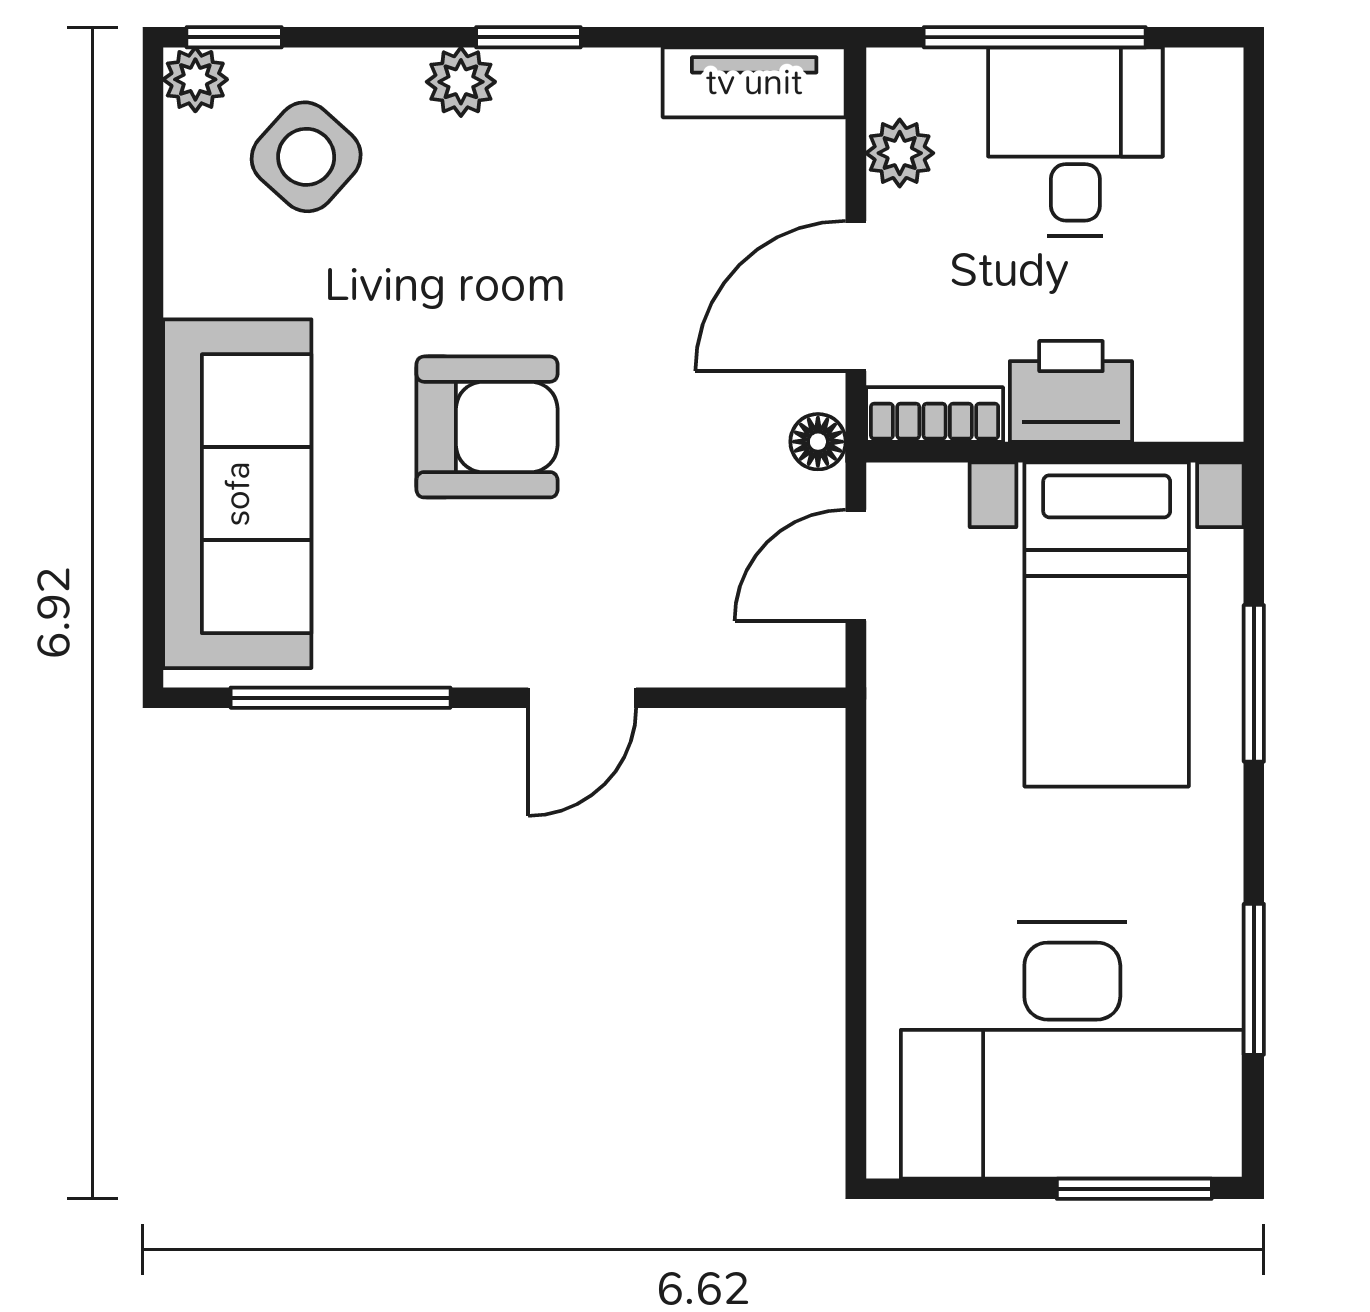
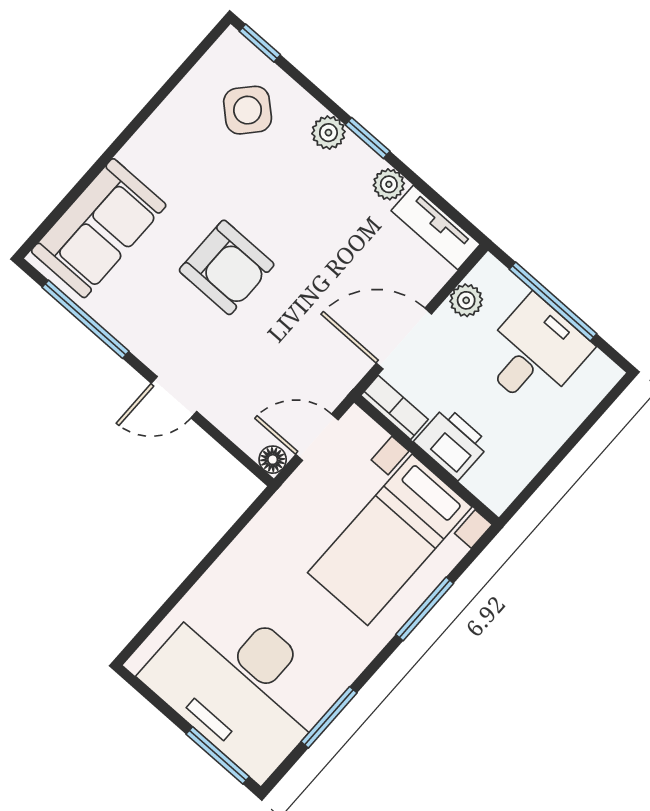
plant: (195, 79) -> (389, 184), moved
floor lamp: (818, 442) -> (273, 460), moved
sofa: (237, 494) -> (99, 228), width x0.73

